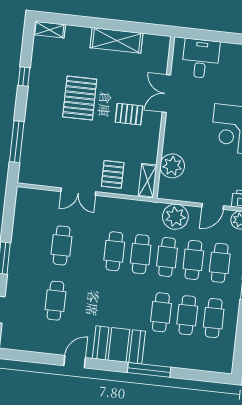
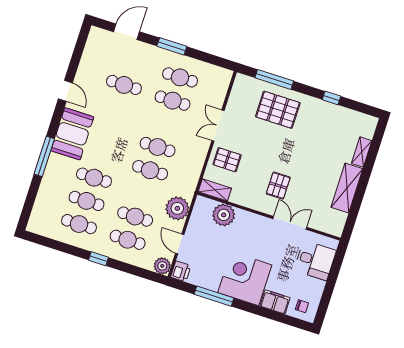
shelving: (49, 30) -> (362, 152), moved
pallet: (80, 98) -> (278, 110), moved
cafe table: (167, 257) -> (180, 77), moved

